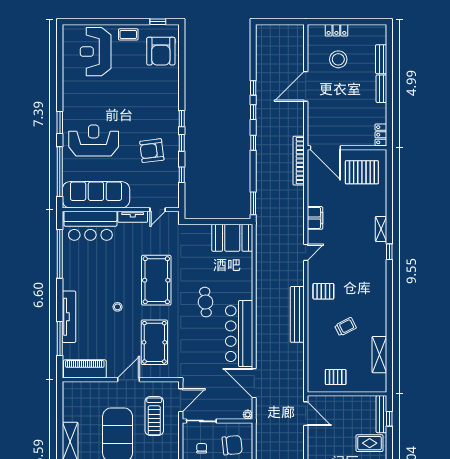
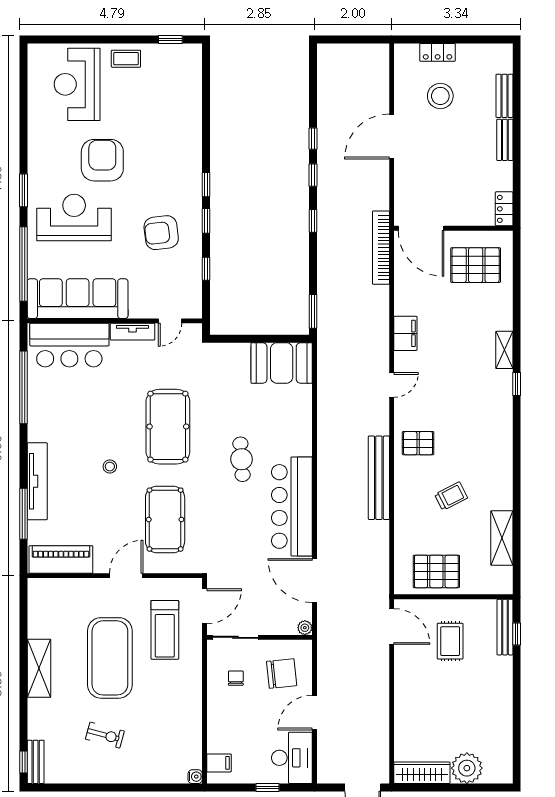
armchair: (161, 51) -> (102, 160), moved, turned 180
pallet: (336, 377) -> (436, 571), width x1.50, depth x1.42
rug: (370, 443) -> (450, 641), moved, turned 90

